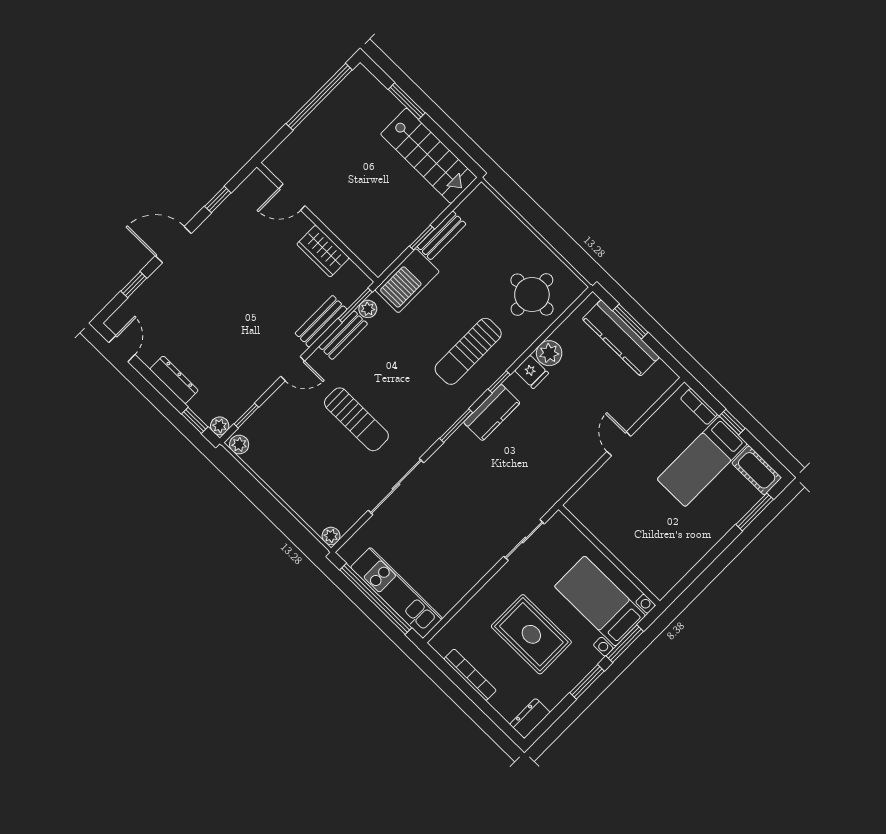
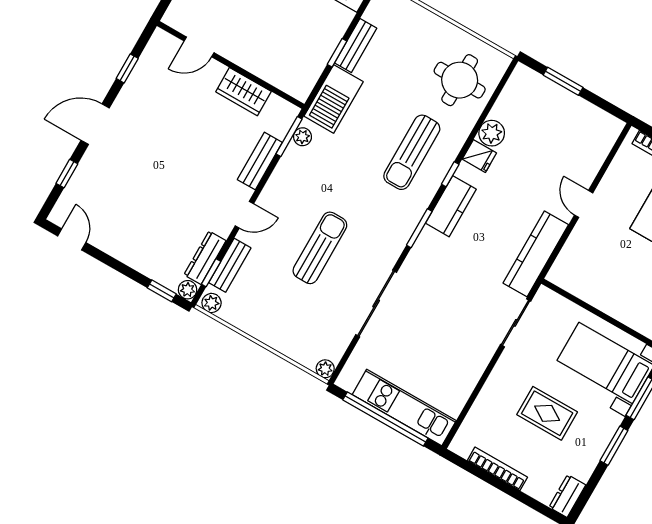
bench: (343, 335) -> (230, 265), moved
kitchen counter: (621, 338) -> (536, 254), moved, turned 90
dresser: (174, 380) -> (205, 258), moved, turned -90
sun lounger: (356, 419) -> (320, 248), turned -90
rug: (531, 634) -> (547, 413), width x0.73, depth x0.70

